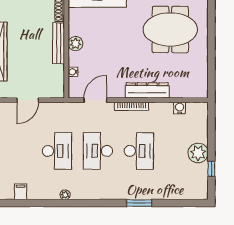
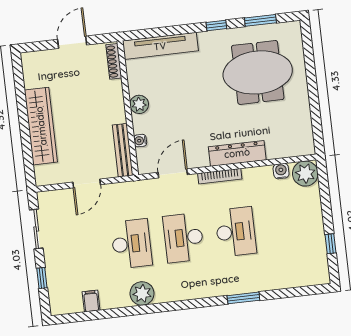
bench: (59, 43) -> (123, 150), moved
plant: (198, 153) -> (305, 174), moved
plant: (65, 195) -> (142, 293), width x1.88, depth x1.88

